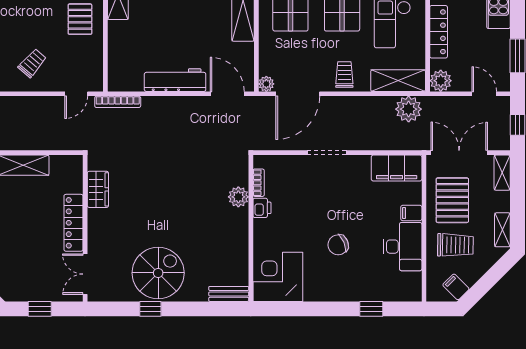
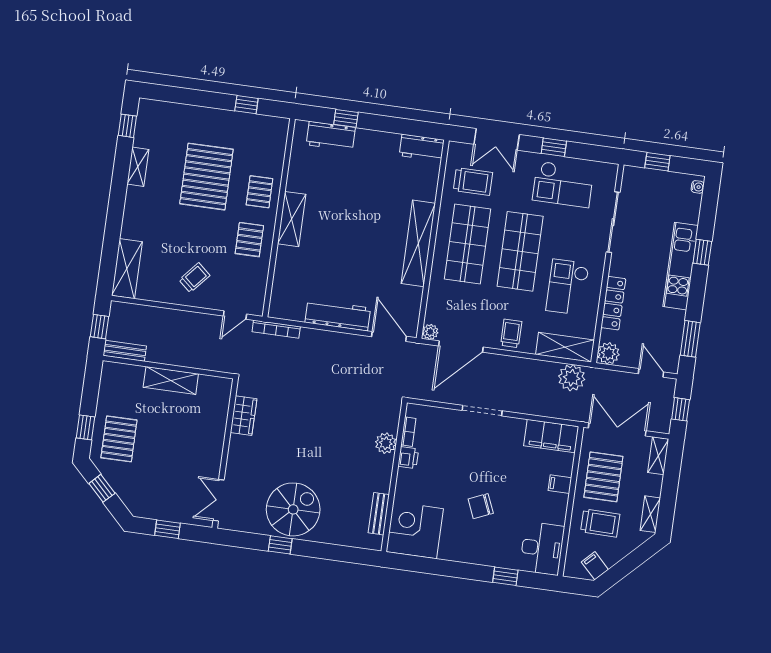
locker: (73, 223) -> (214, 446), removed
desk: (403, 247) -> (542, 548), moved
bench: (229, 294) -> (379, 514), moved, turned 90

